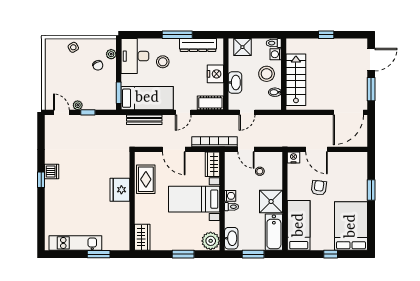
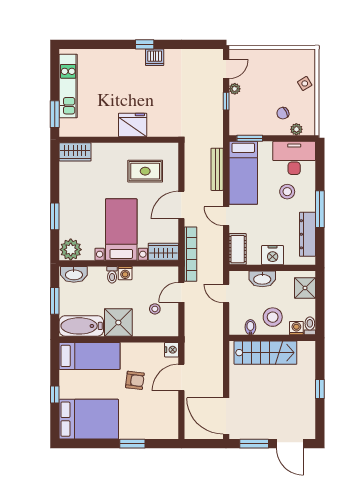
fridge: (120, 190) -> (133, 125), moved
wall: (132, 201) -> (119, 140), moved
wardrobe: (142, 237) -> (75, 152), moved

